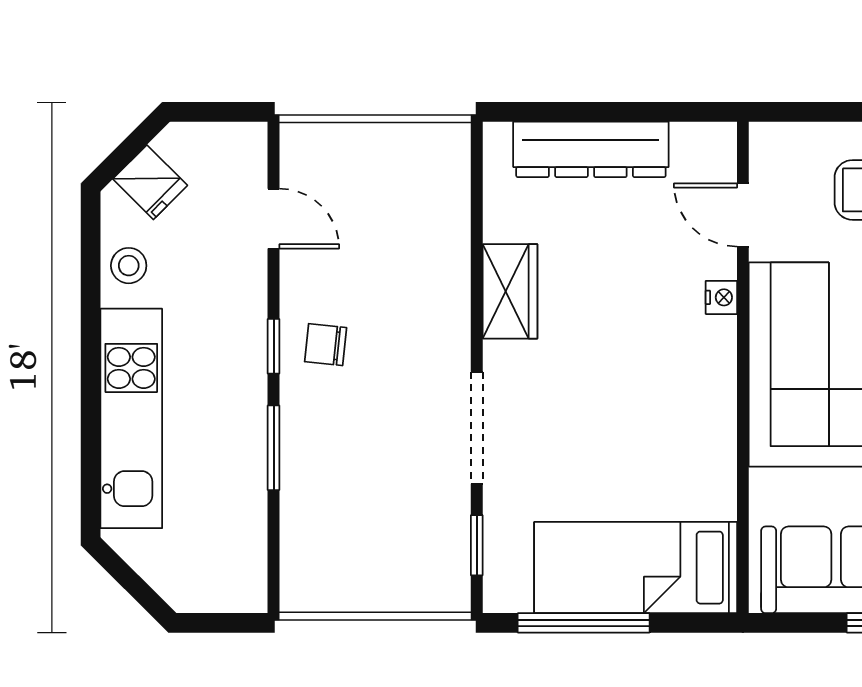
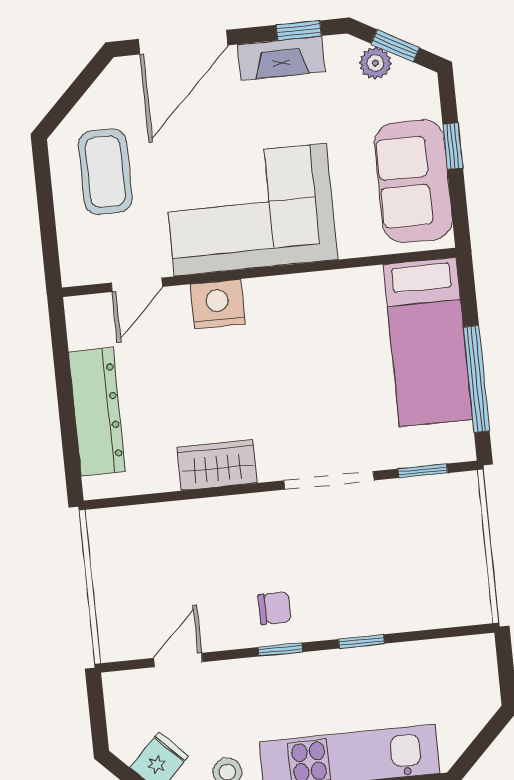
nightstand: (721, 297) -> (218, 304), width x1.89, depth x1.79
chair: (326, 345) -> (275, 608), turned -96
window: (274, 448) -> (361, 641), width x0.67

